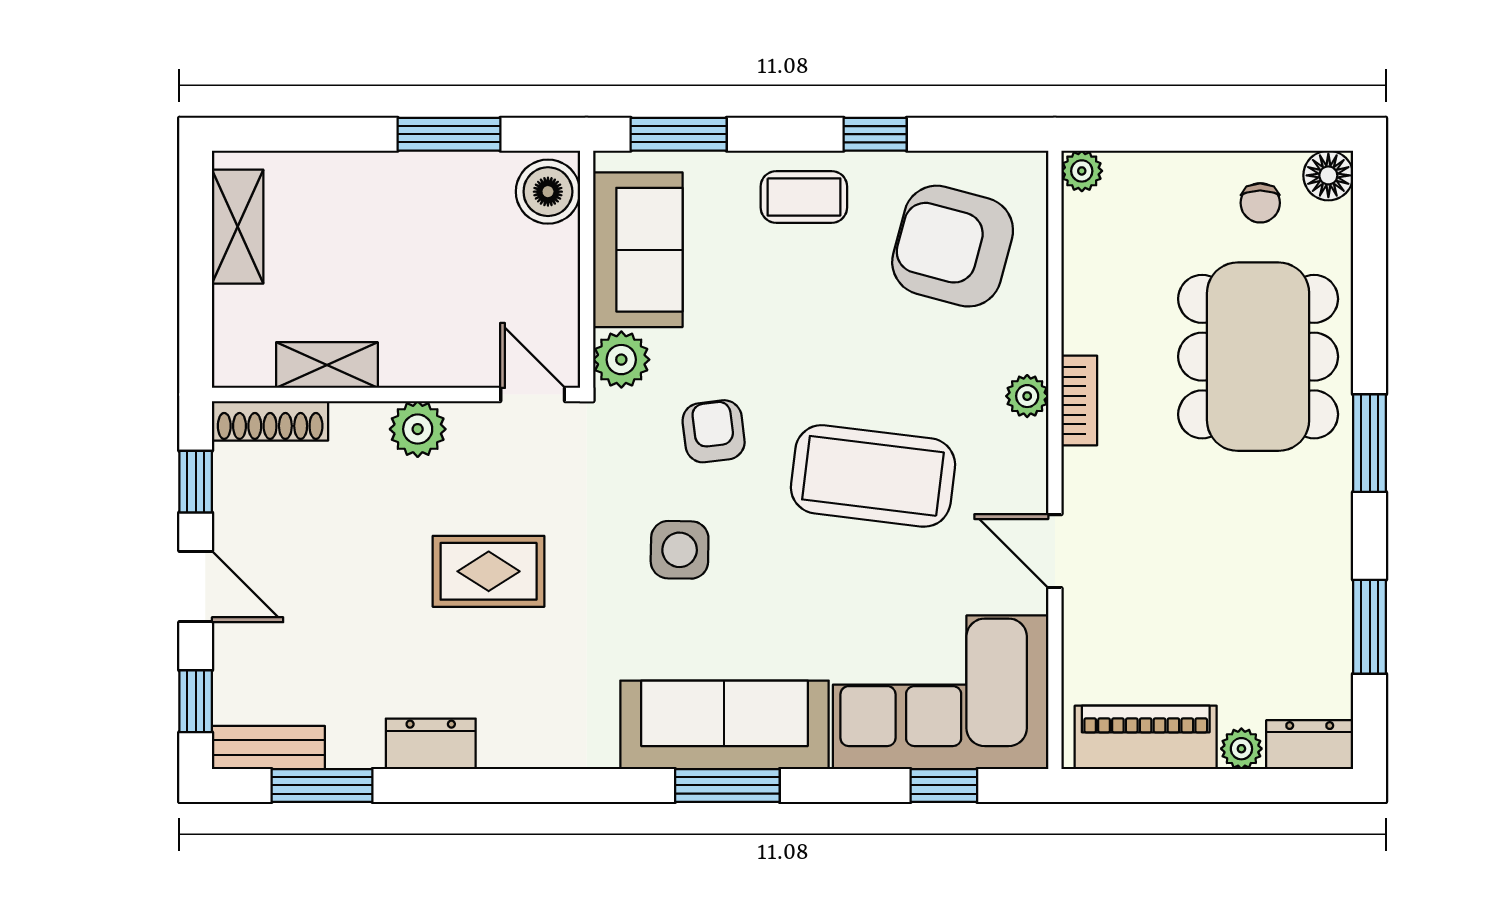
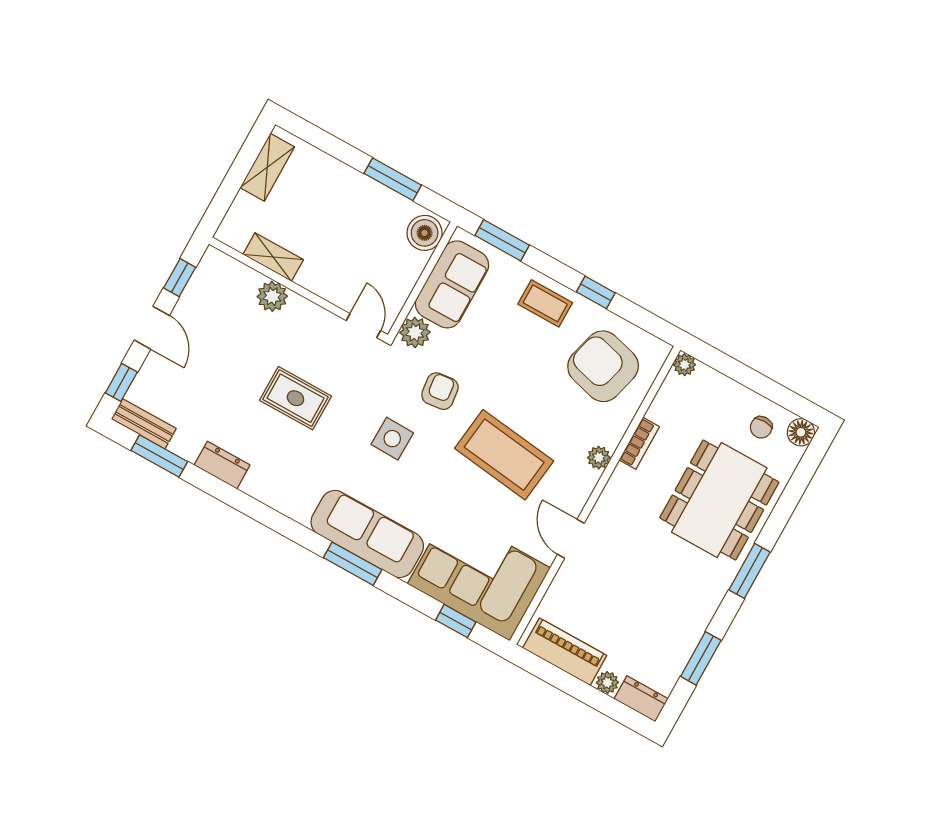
bookcase: (1079, 400) -> (639, 443), moved
shoe rack: (270, 421) -> (231, 268), removed
plant: (418, 429) -> (272, 296), moved

